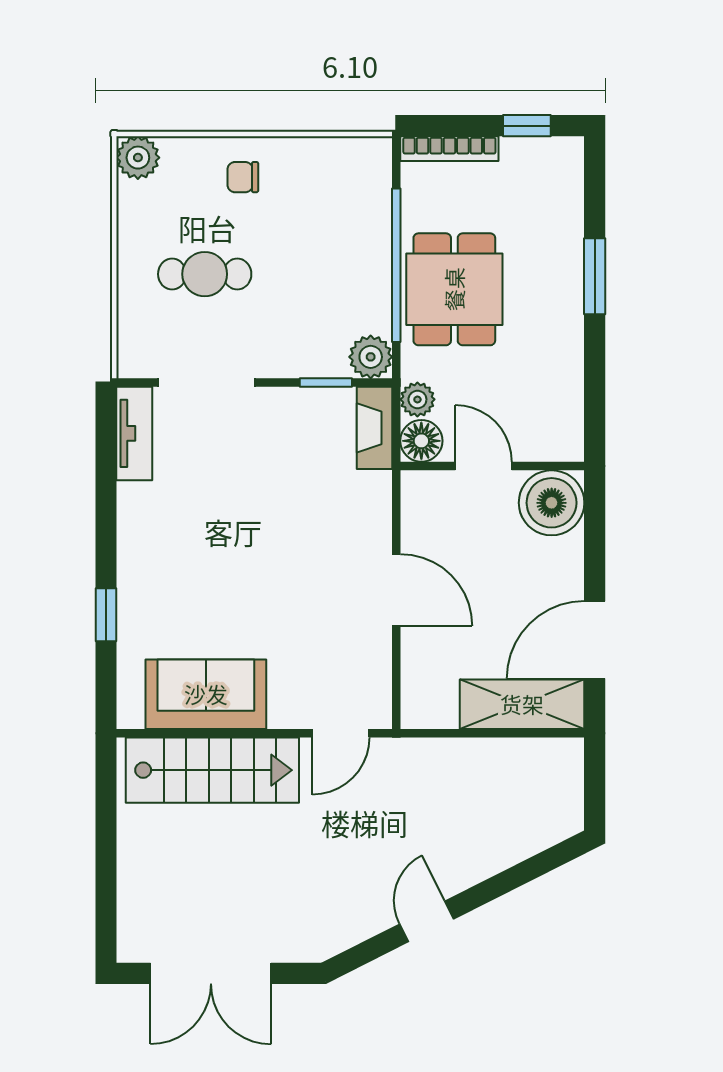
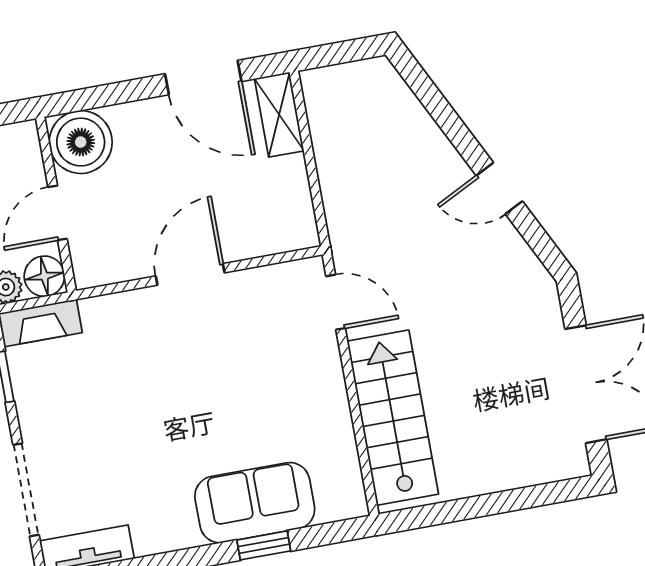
sofa: (206, 694) -> (255, 503), moved, turned 90
shelving: (522, 704) -> (279, 115), width x0.67, depth x0.75

